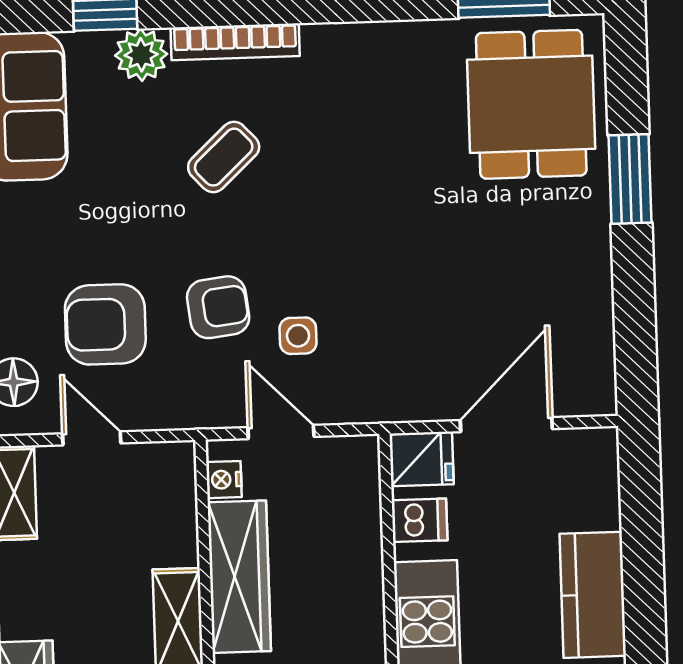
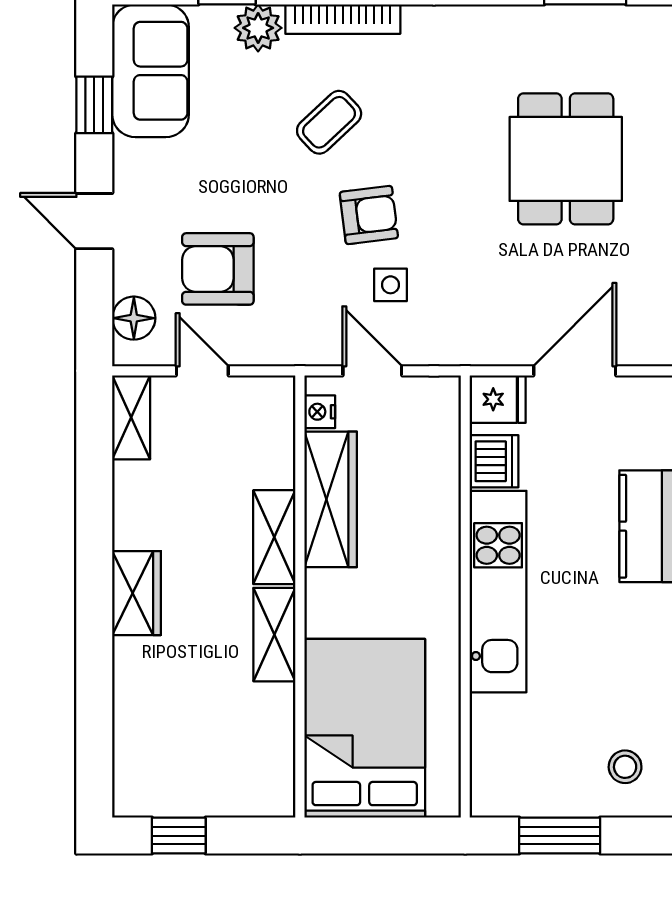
dining table: (531, 104) -> (566, 159), moved
armchair: (218, 307) -> (369, 215), moved
dishwasher: (420, 520) -> (494, 461), width x1.38

